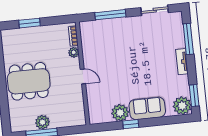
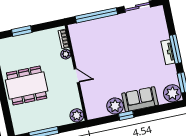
window: (110, 15) -> (96, 15), width x1.46
window: (188, 39) -> (176, 49), moved
plant: (42, 122) -> (77, 115), moved

